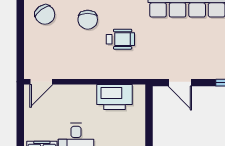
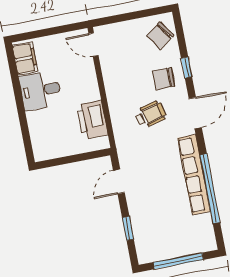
wheelchair: (120, 39) -> (150, 115), turned -104

